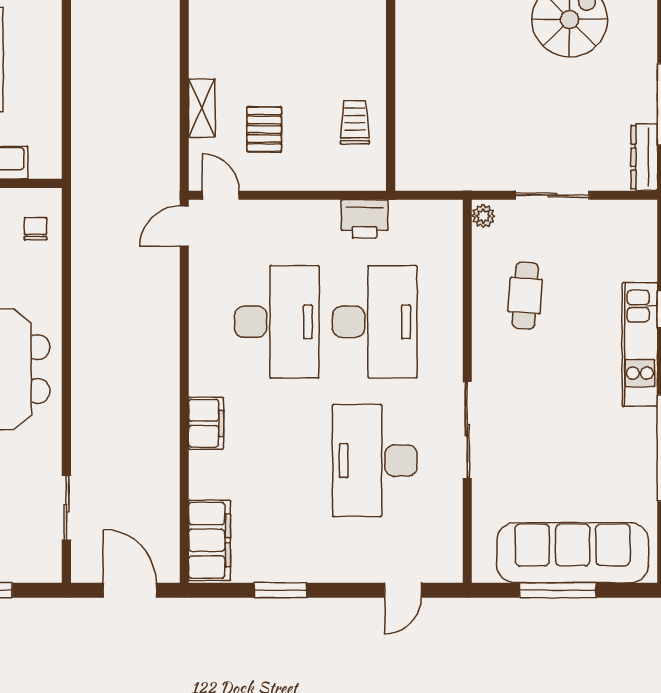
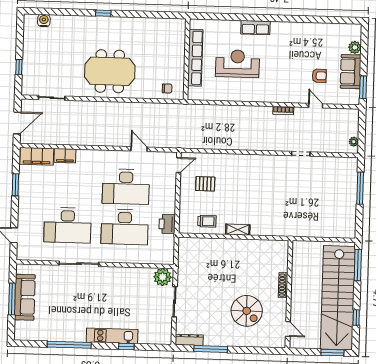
shelving: (202, 108) -> (238, 230), moved
plant: (483, 216) -> (163, 277), width x1.88, depth x1.88
door: (184, 226) -> (139, 149), moved
cafe table: (525, 296) -> (134, 289), removed
filing cabinet: (206, 423) -> (65, 156), moved
desk: (375, 461) -> (68, 225), turned 180
sofa: (573, 553) -> (25, 297), width x0.74, depth x0.79

